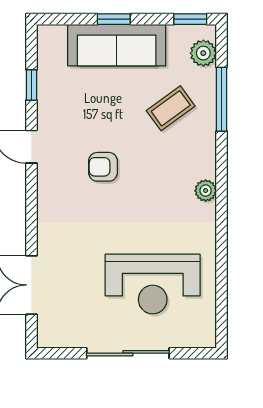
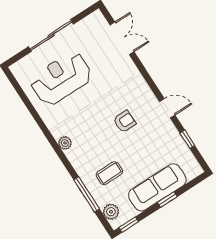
coffee table: (171, 108) -> (109, 173), turned 36

